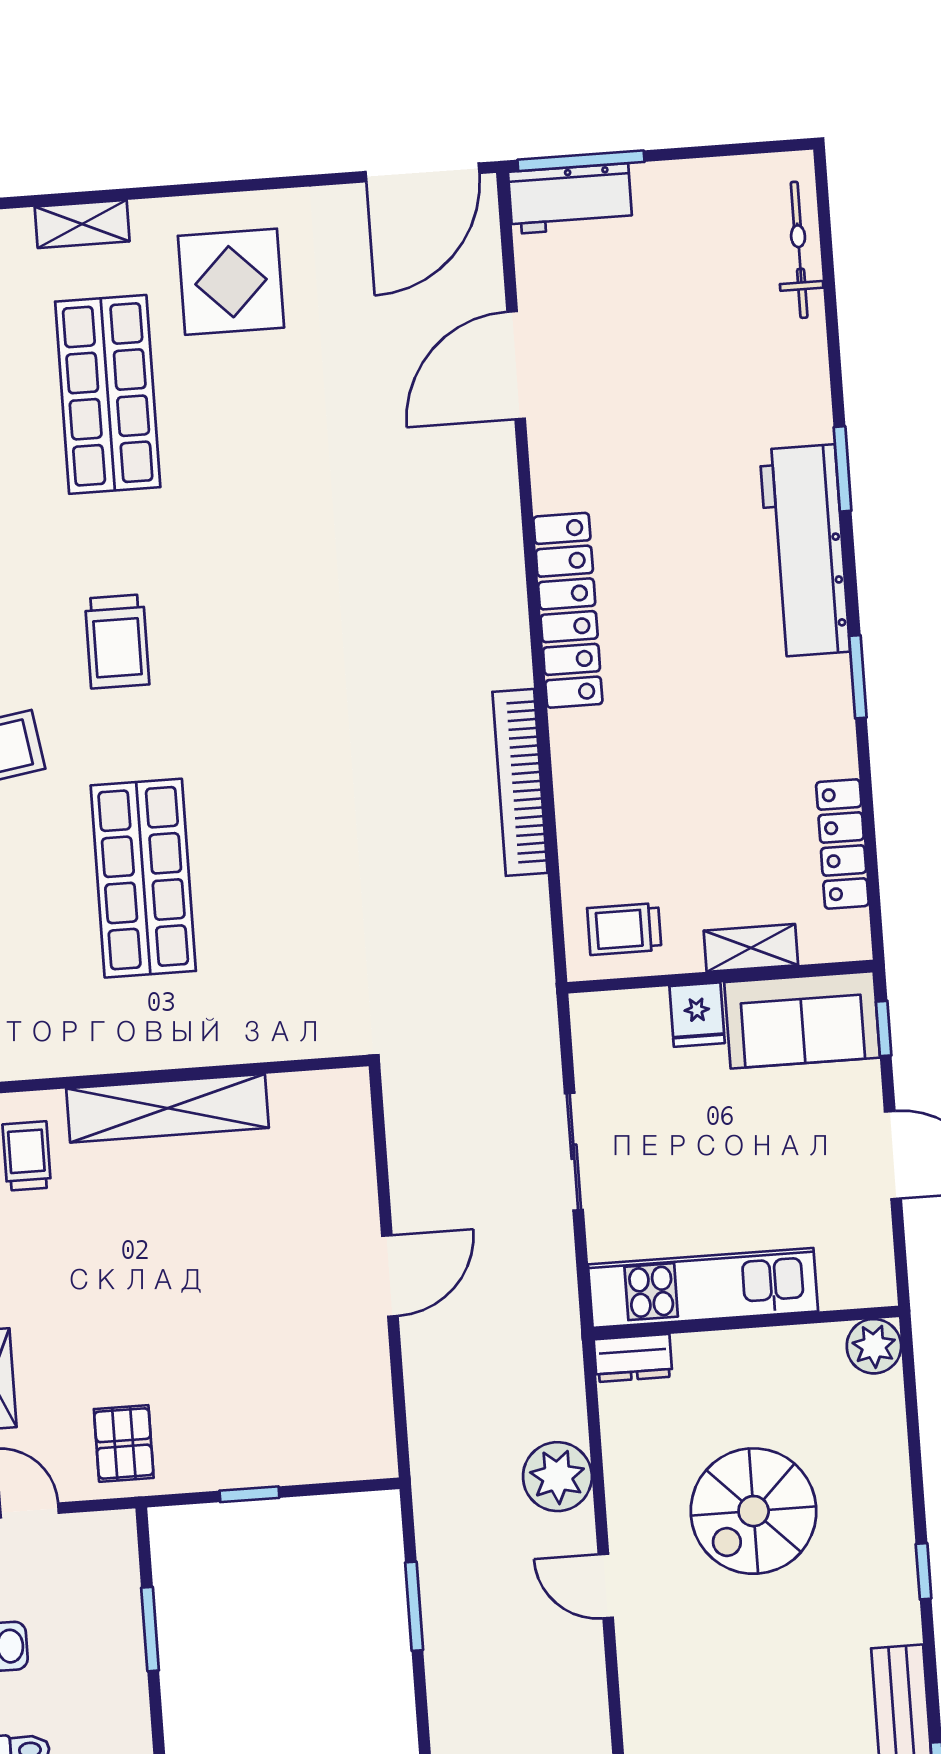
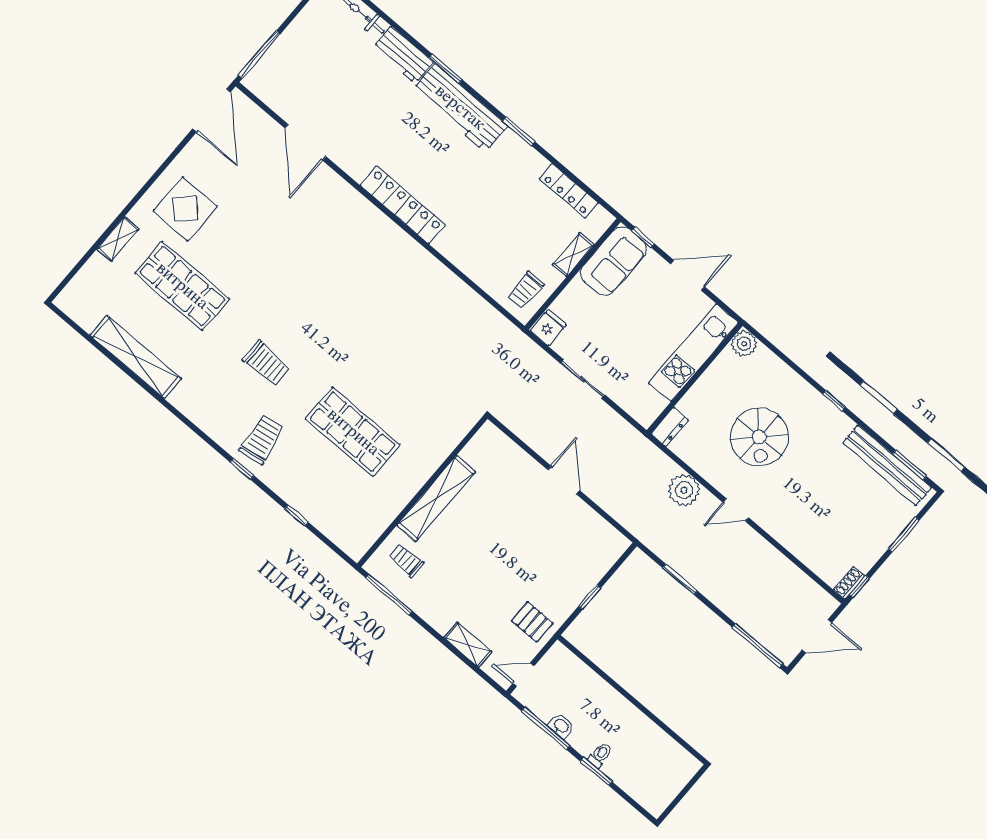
workbench: (570, 199) -> (403, 55), moved, turned 90
bookcase: (520, 782) -> (444, 277), removed
fridge: (697, 1015) -> (548, 328), moved, turned -90
kitchen unit: (703, 1288) -> (694, 353), moved
window: (150, 1629) -> (602, 674), removed

